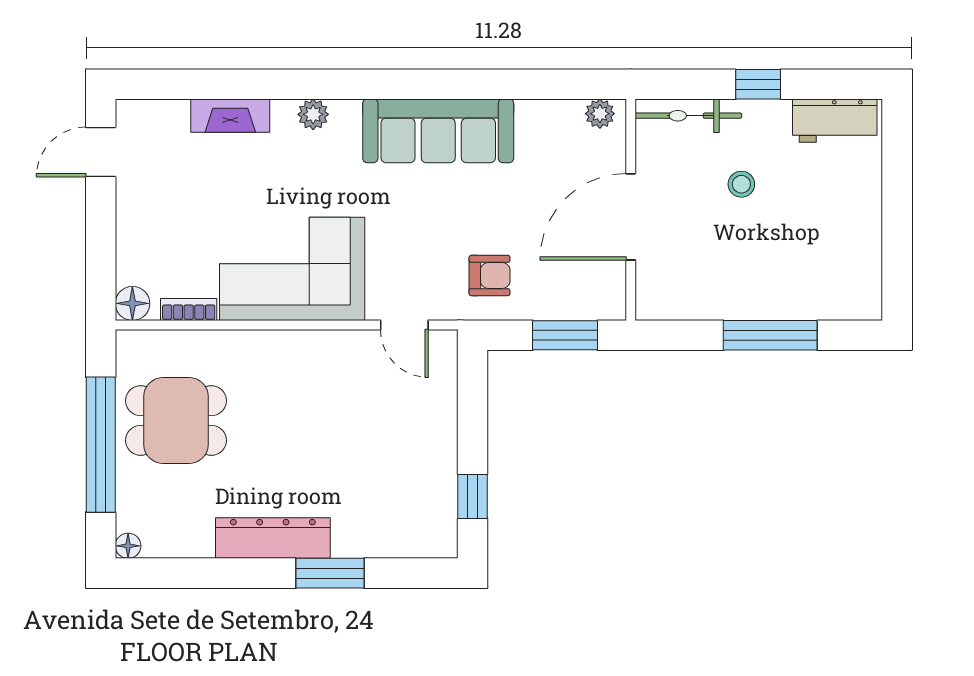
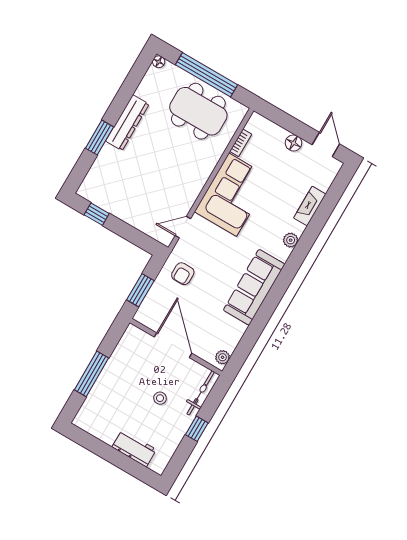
workbench: (835, 121) -> (134, 448), moved, turned 90
floor lamp: (132, 303) -> (293, 143), moved
dining table: (176, 420) -> (198, 111), width x1.38

